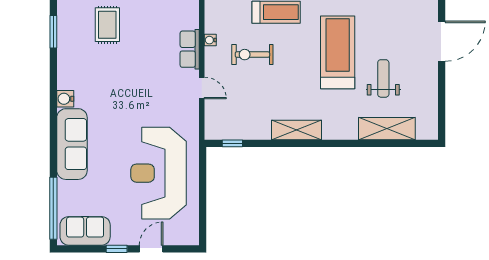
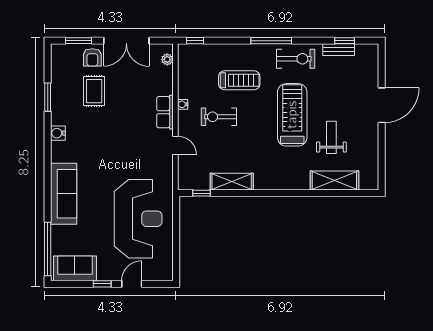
water cooler: (65, 99) -> (58, 133), moved
shelving: (297, 130) -> (232, 182), moved
reception desk: (159, 173) -> (138, 219), turned 180

